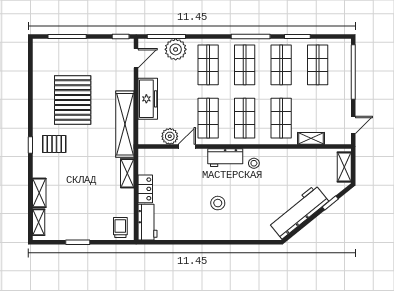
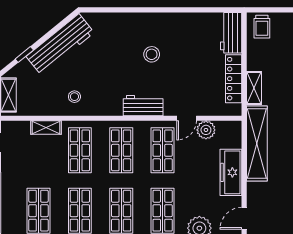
stool: (254, 163) -> (74, 97), moved
locker: (145, 189) -> (234, 79), width x1.53

